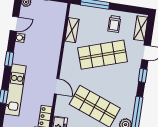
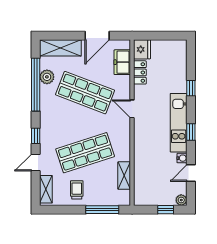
kitchen unit: (15, 90) -> (179, 123), moved

